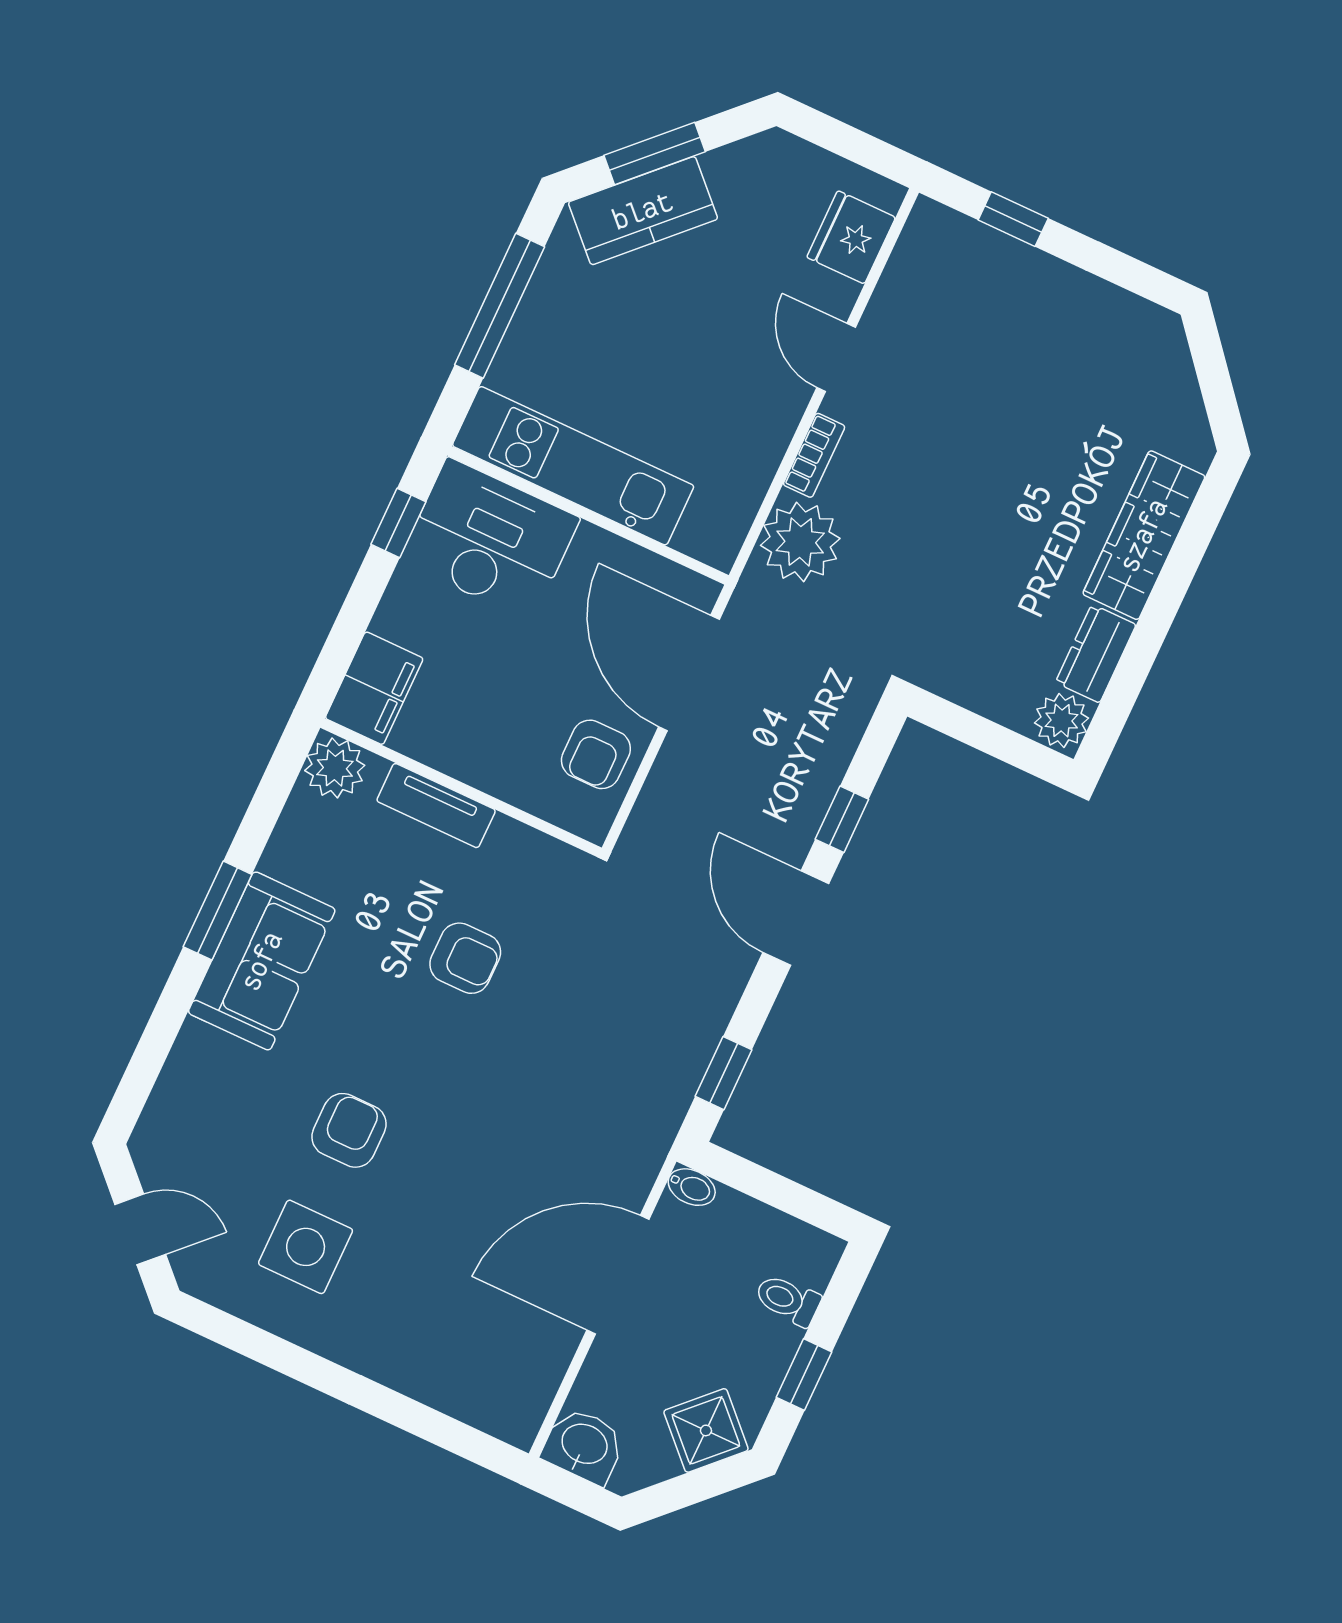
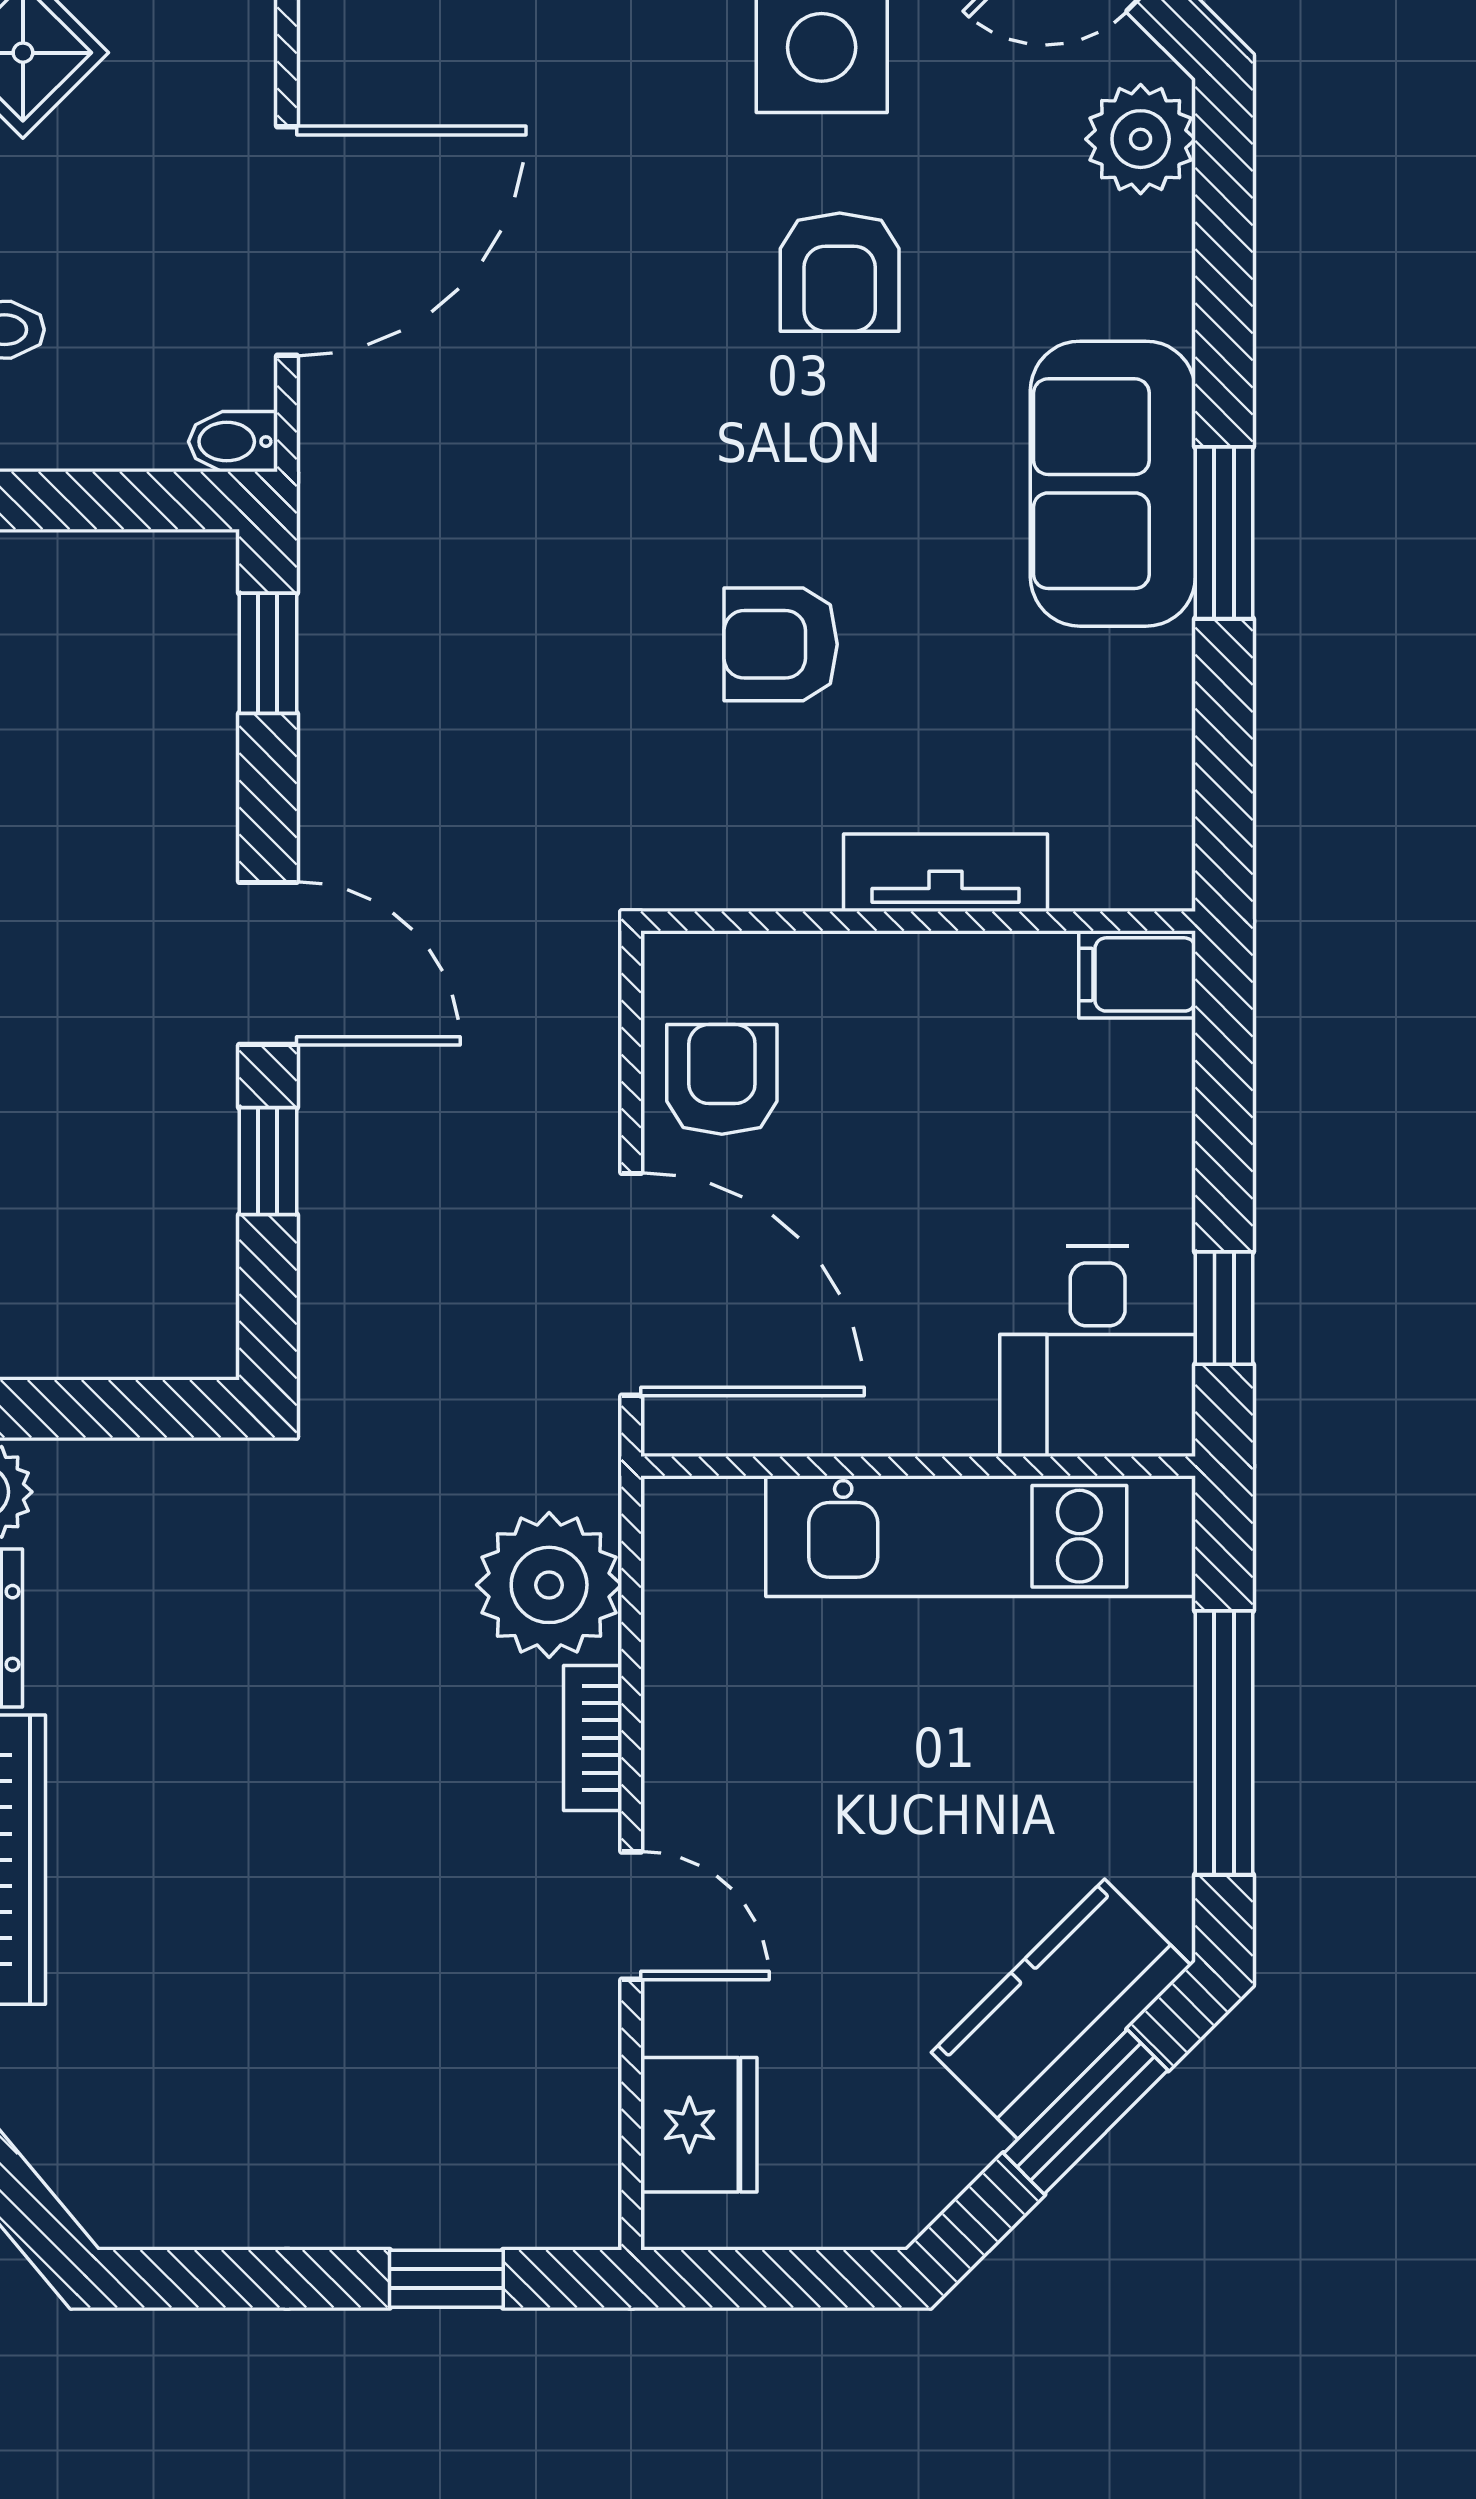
desk: (490, 539) -> (1098, 1351), width x0.73
filing cabinet: (374, 688) -> (1137, 974), width x0.50
plant: (335, 768) -> (1141, 139), moved

